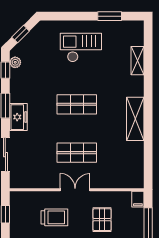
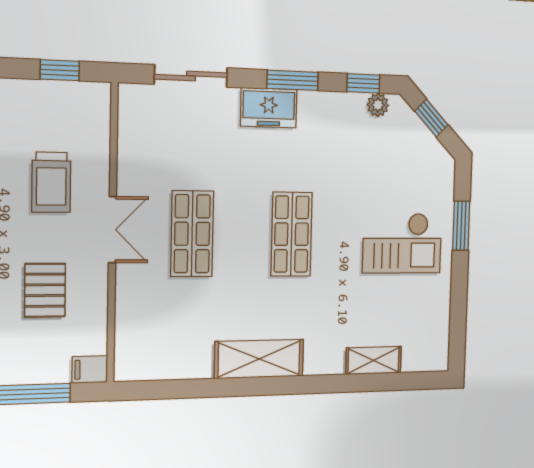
window: (110, 16) -> (461, 226), moved
checkout: (81, 47) -> (402, 243), turned 90
pallet: (102, 220) -> (45, 290), turned 90

